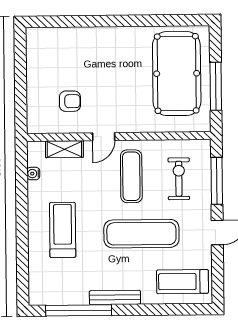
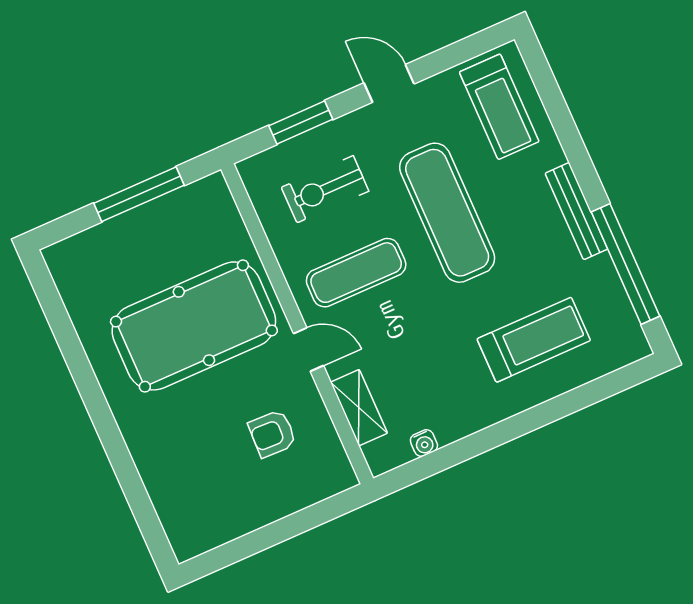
pool table: (177, 73) -> (194, 326), moved
armchair: (70, 101) -> (272, 434), turned -88
window: (217, 181) -> (301, 122), width x0.69
treadmill: (63, 230) -> (534, 340), moved, turned 180

